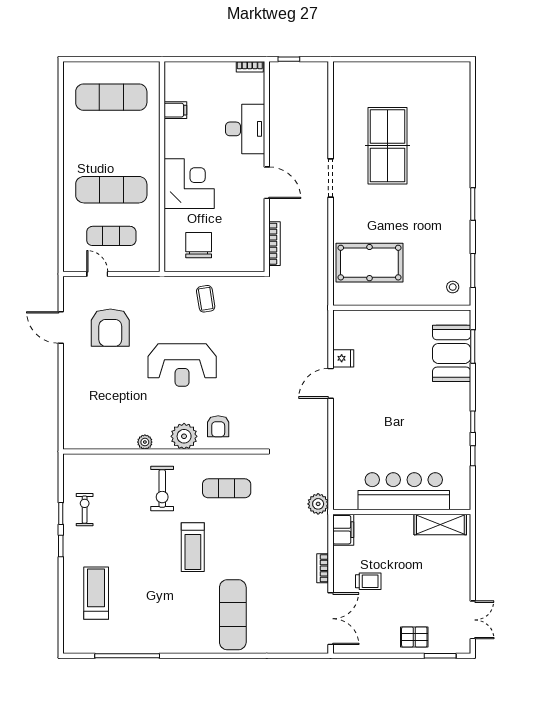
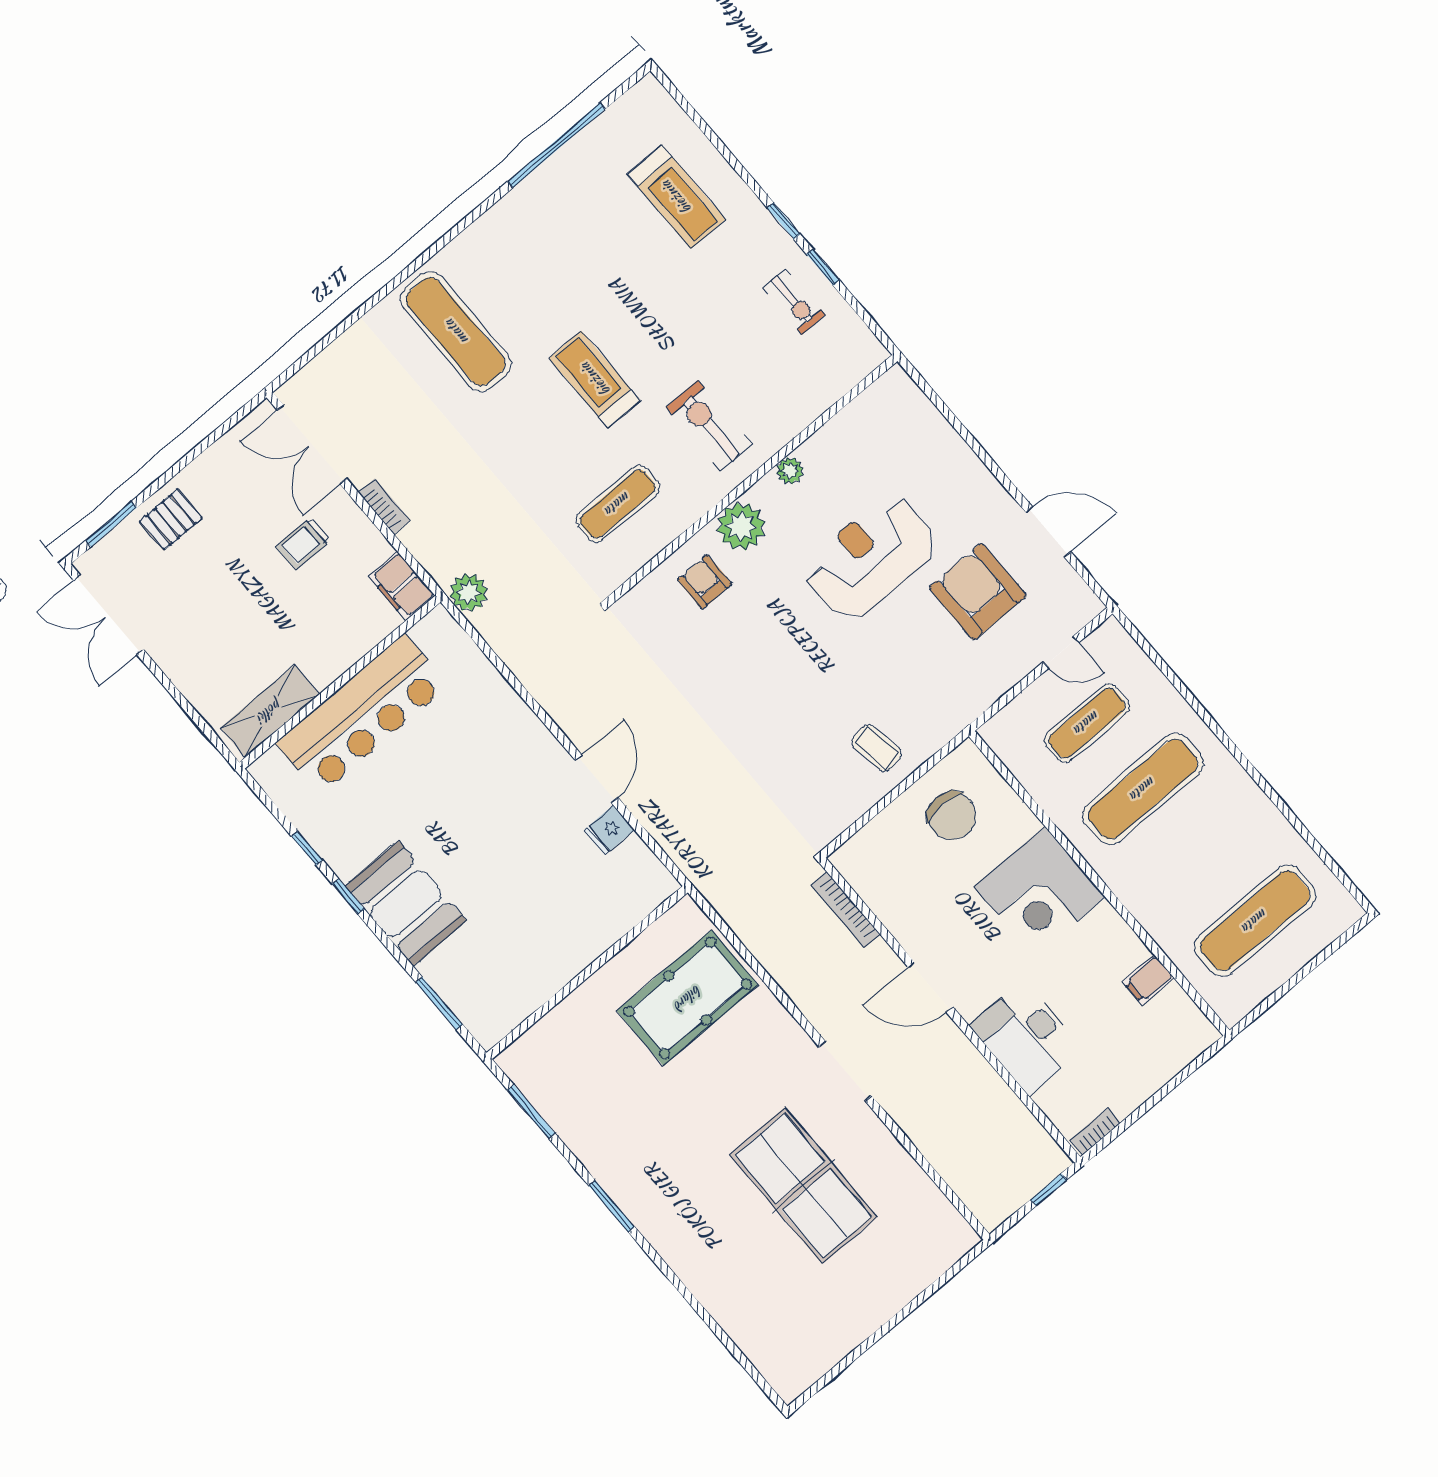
stool: (453, 287) -> (540, 1064), removed
booth: (452, 353) -> (406, 903), moved
reception desk: (182, 365) -> (871, 558), moved
double door: (473, 620) -> (108, 615), width x1.37

